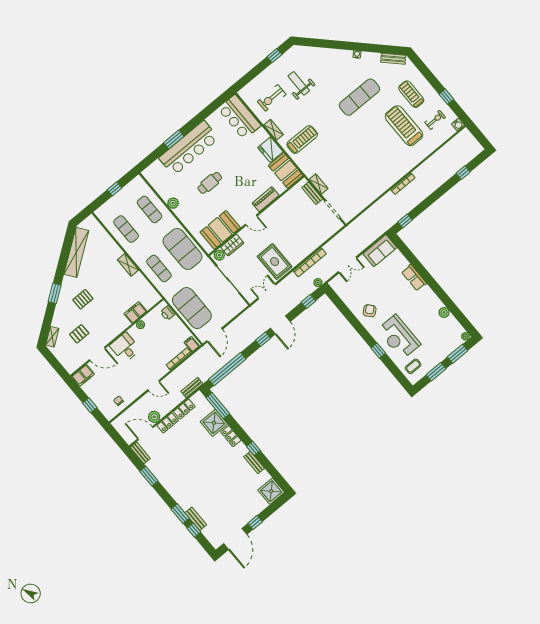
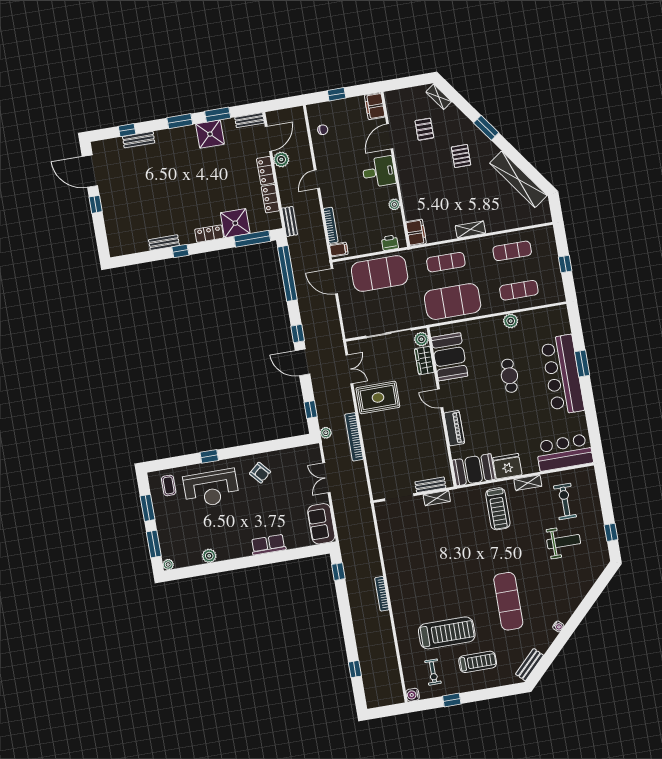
door: (251, 220) -> (440, 398), hinge flipped
filing cabinet: (135, 312) -> (416, 233), moved
reception desk: (399, 337) -> (211, 488), turned 180
shower: (271, 491) -> (210, 134), moved
window: (180, 514) -> (180, 121), moved

